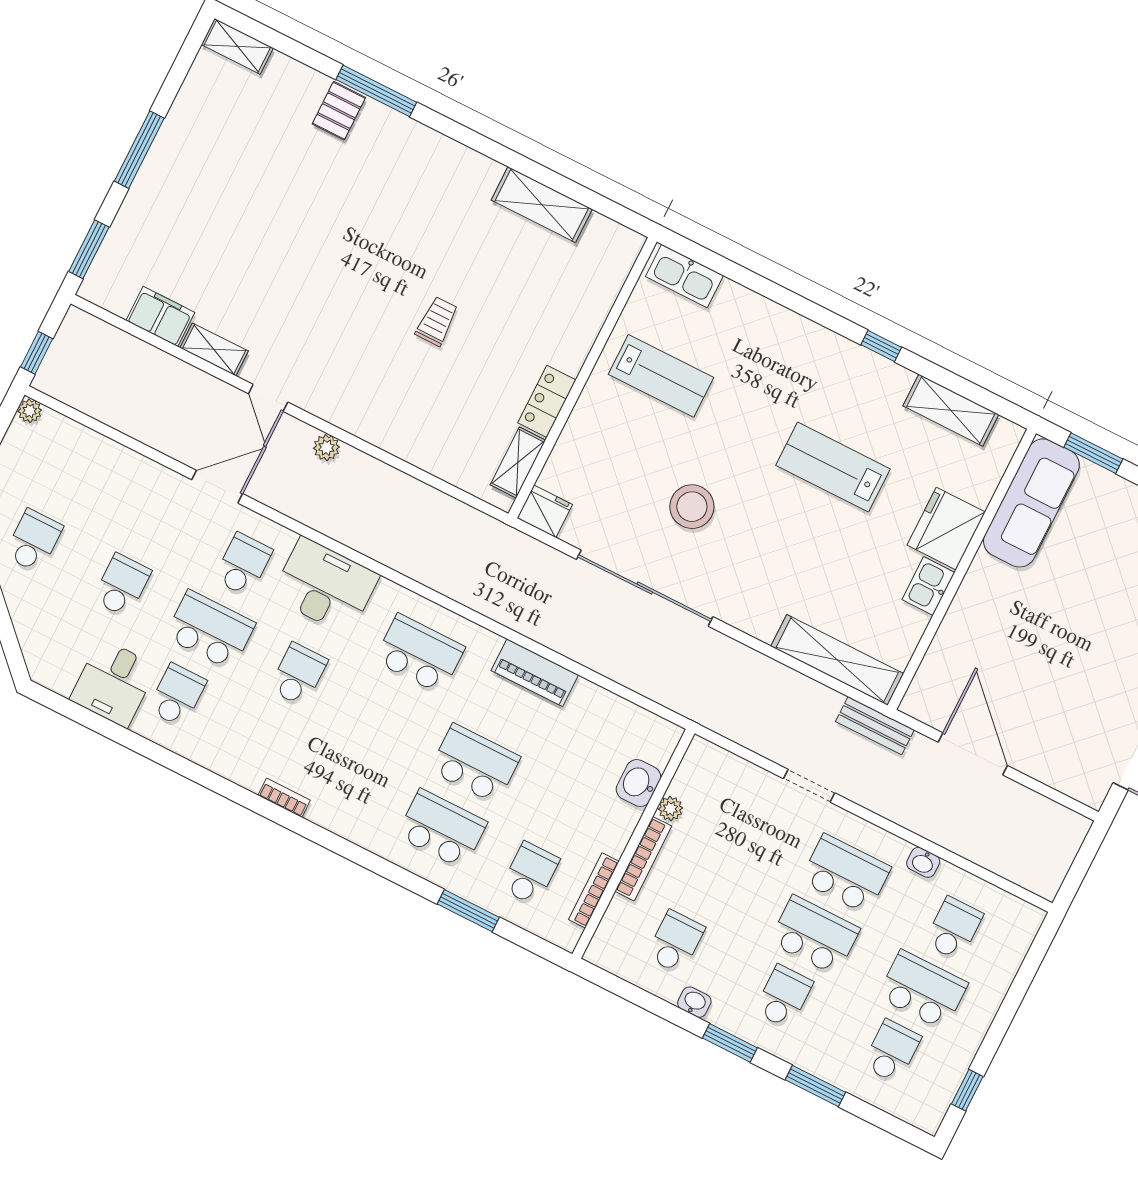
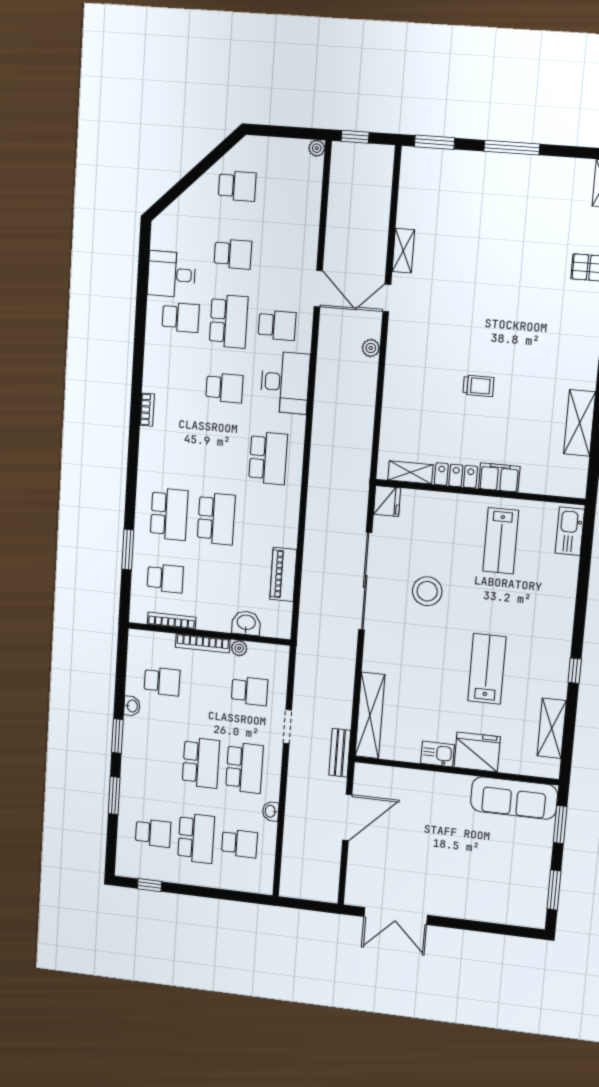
filing cabinet: (160, 316) -> (499, 477), moved, turned -90
piano: (535, 673) -> (283, 574), moved
school desk: (784, 997) -> (250, 691), moved

